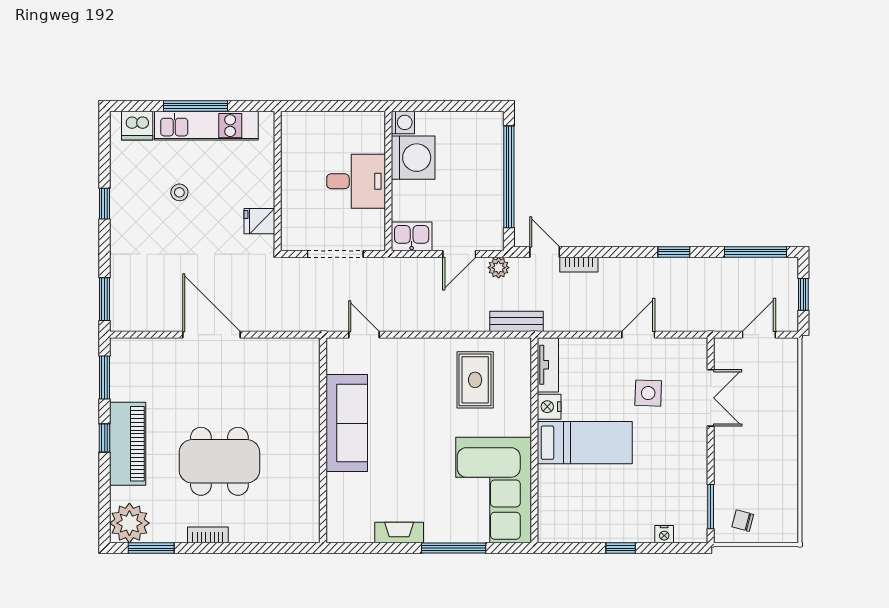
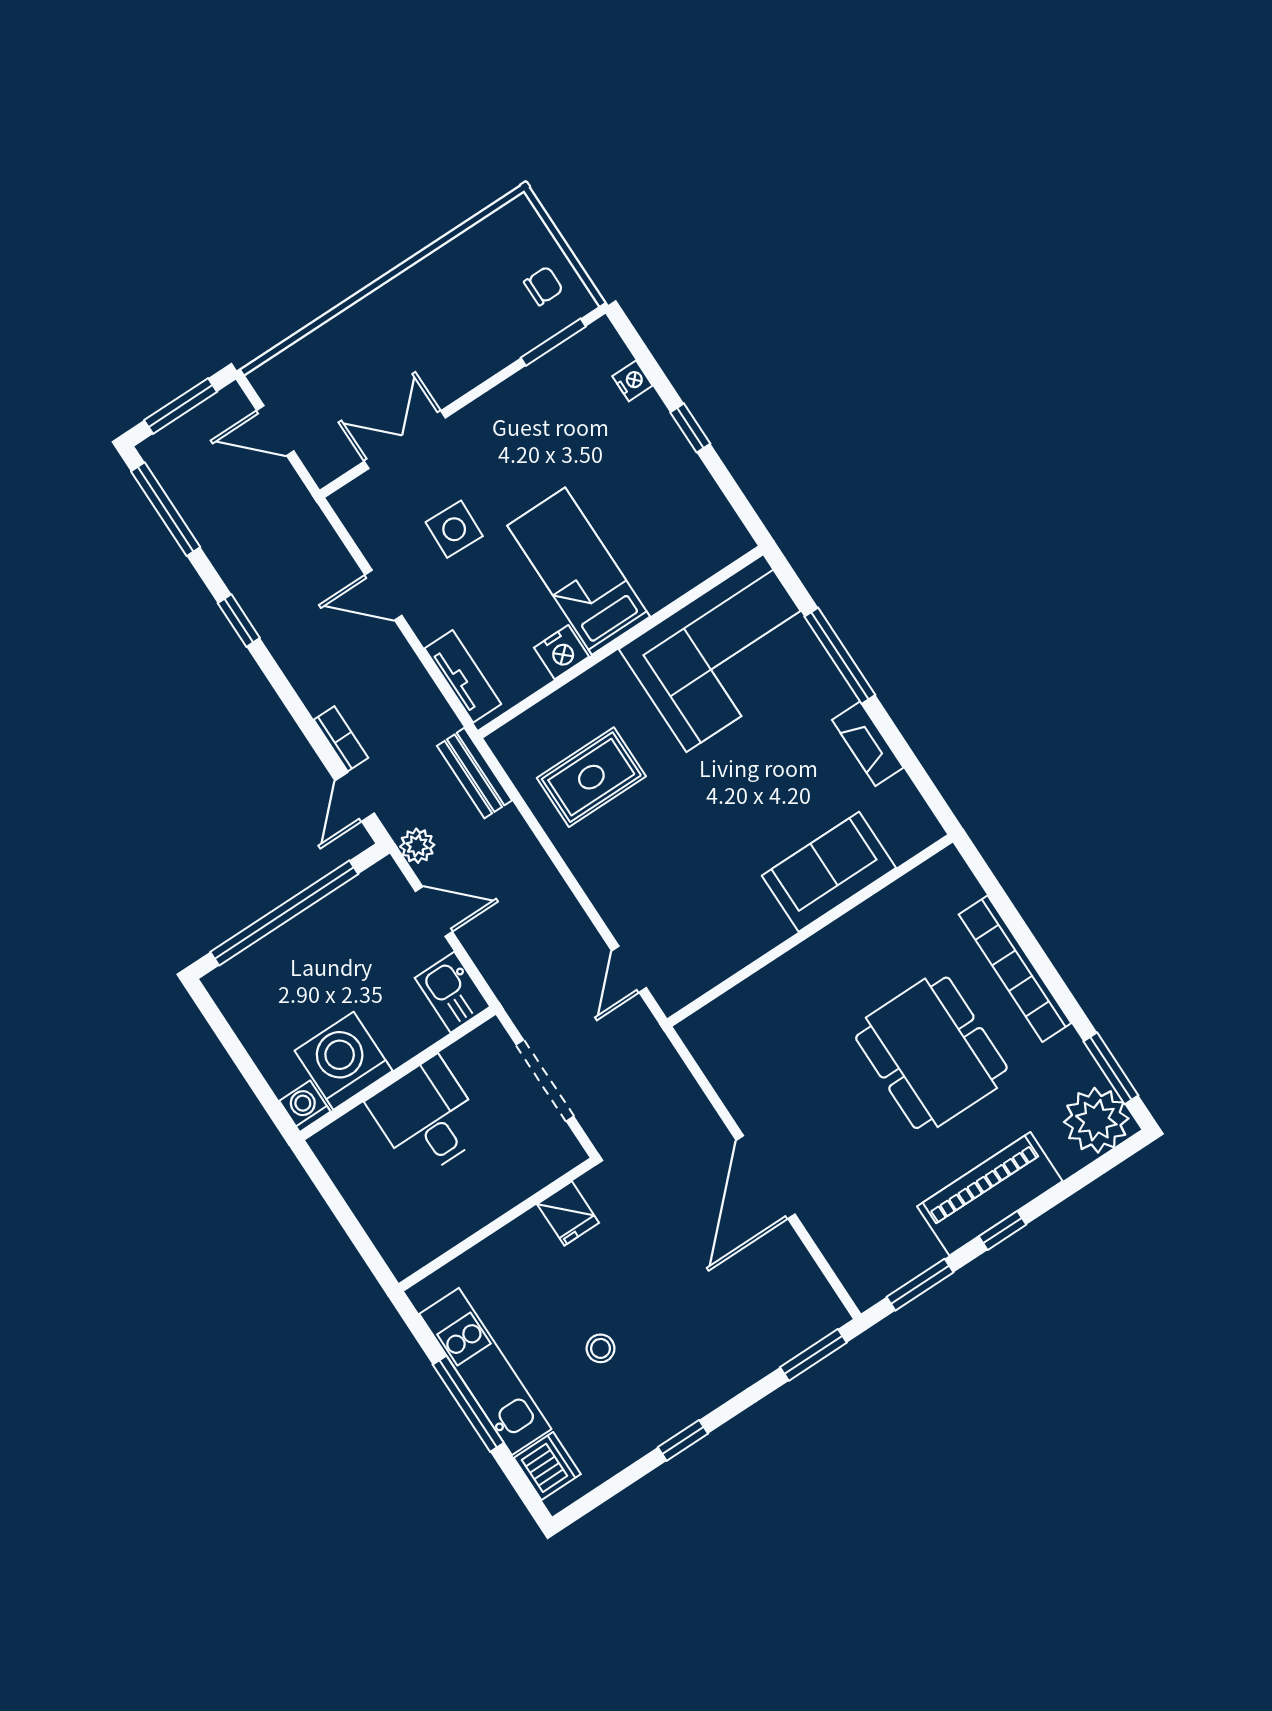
window: (803, 294) -> (181, 406), width x1.50
tv unit: (548, 365) -> (463, 676), moved, turned 90
sofa: (347, 423) -> (829, 872), moved, width x0.73
chair: (743, 521) -> (543, 286), turned -105
bookcase: (208, 535) -> (1015, 969), width x2.31, depth x1.31

